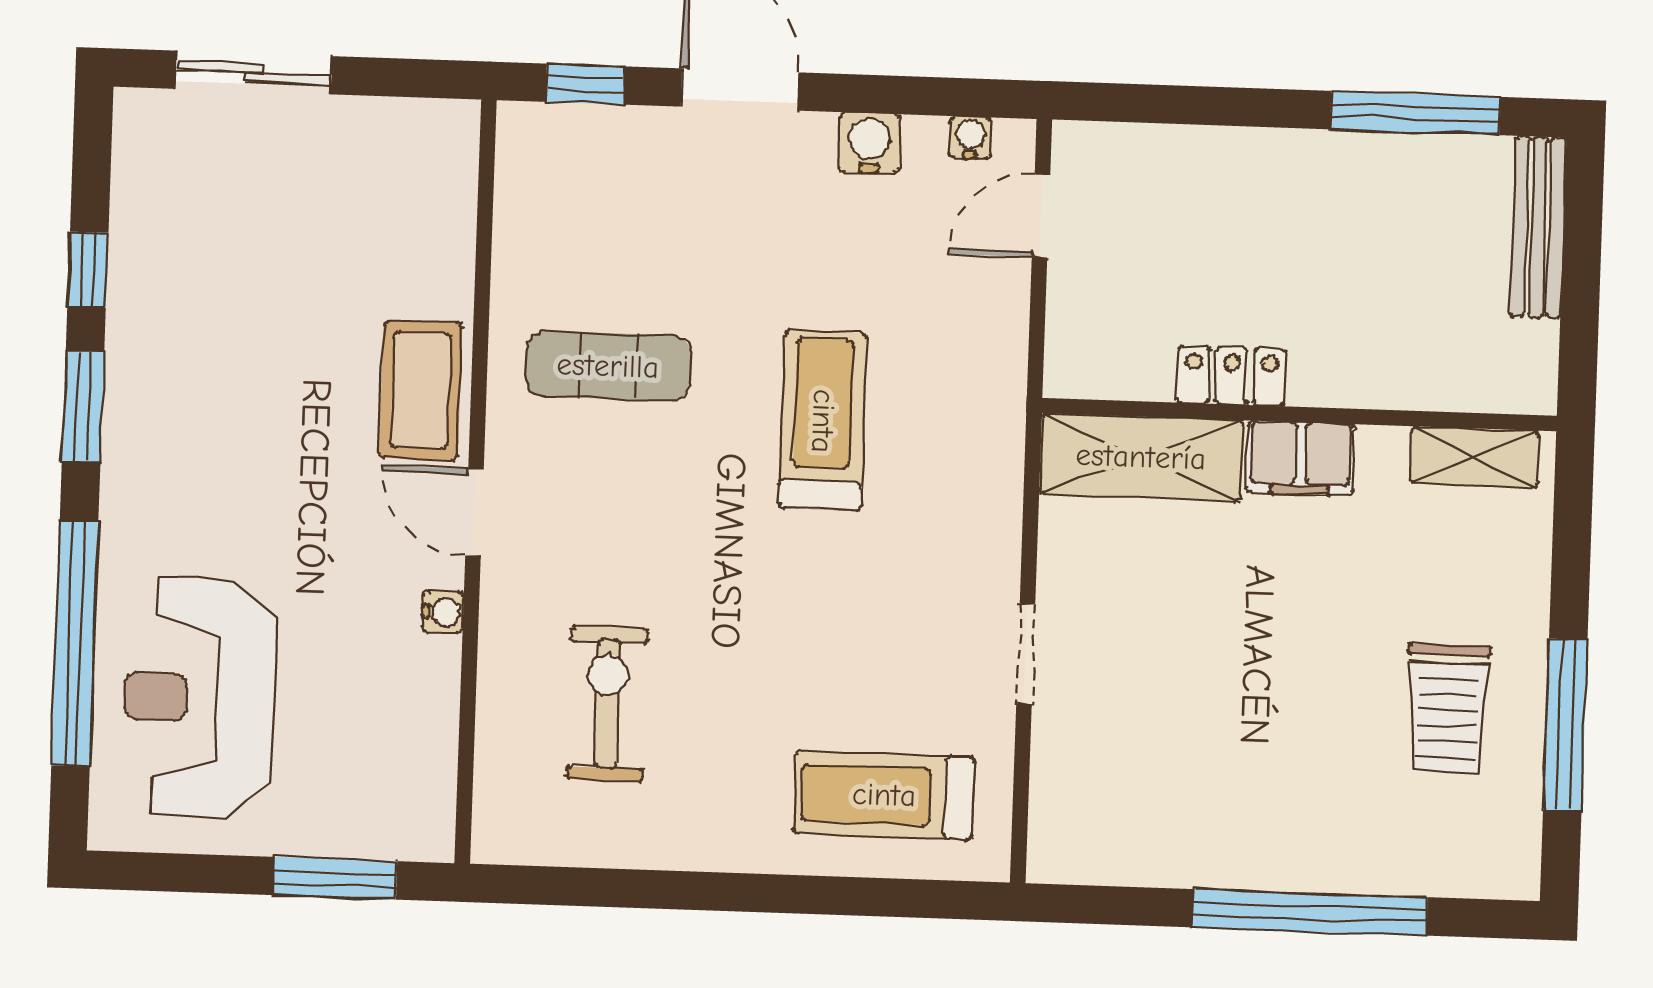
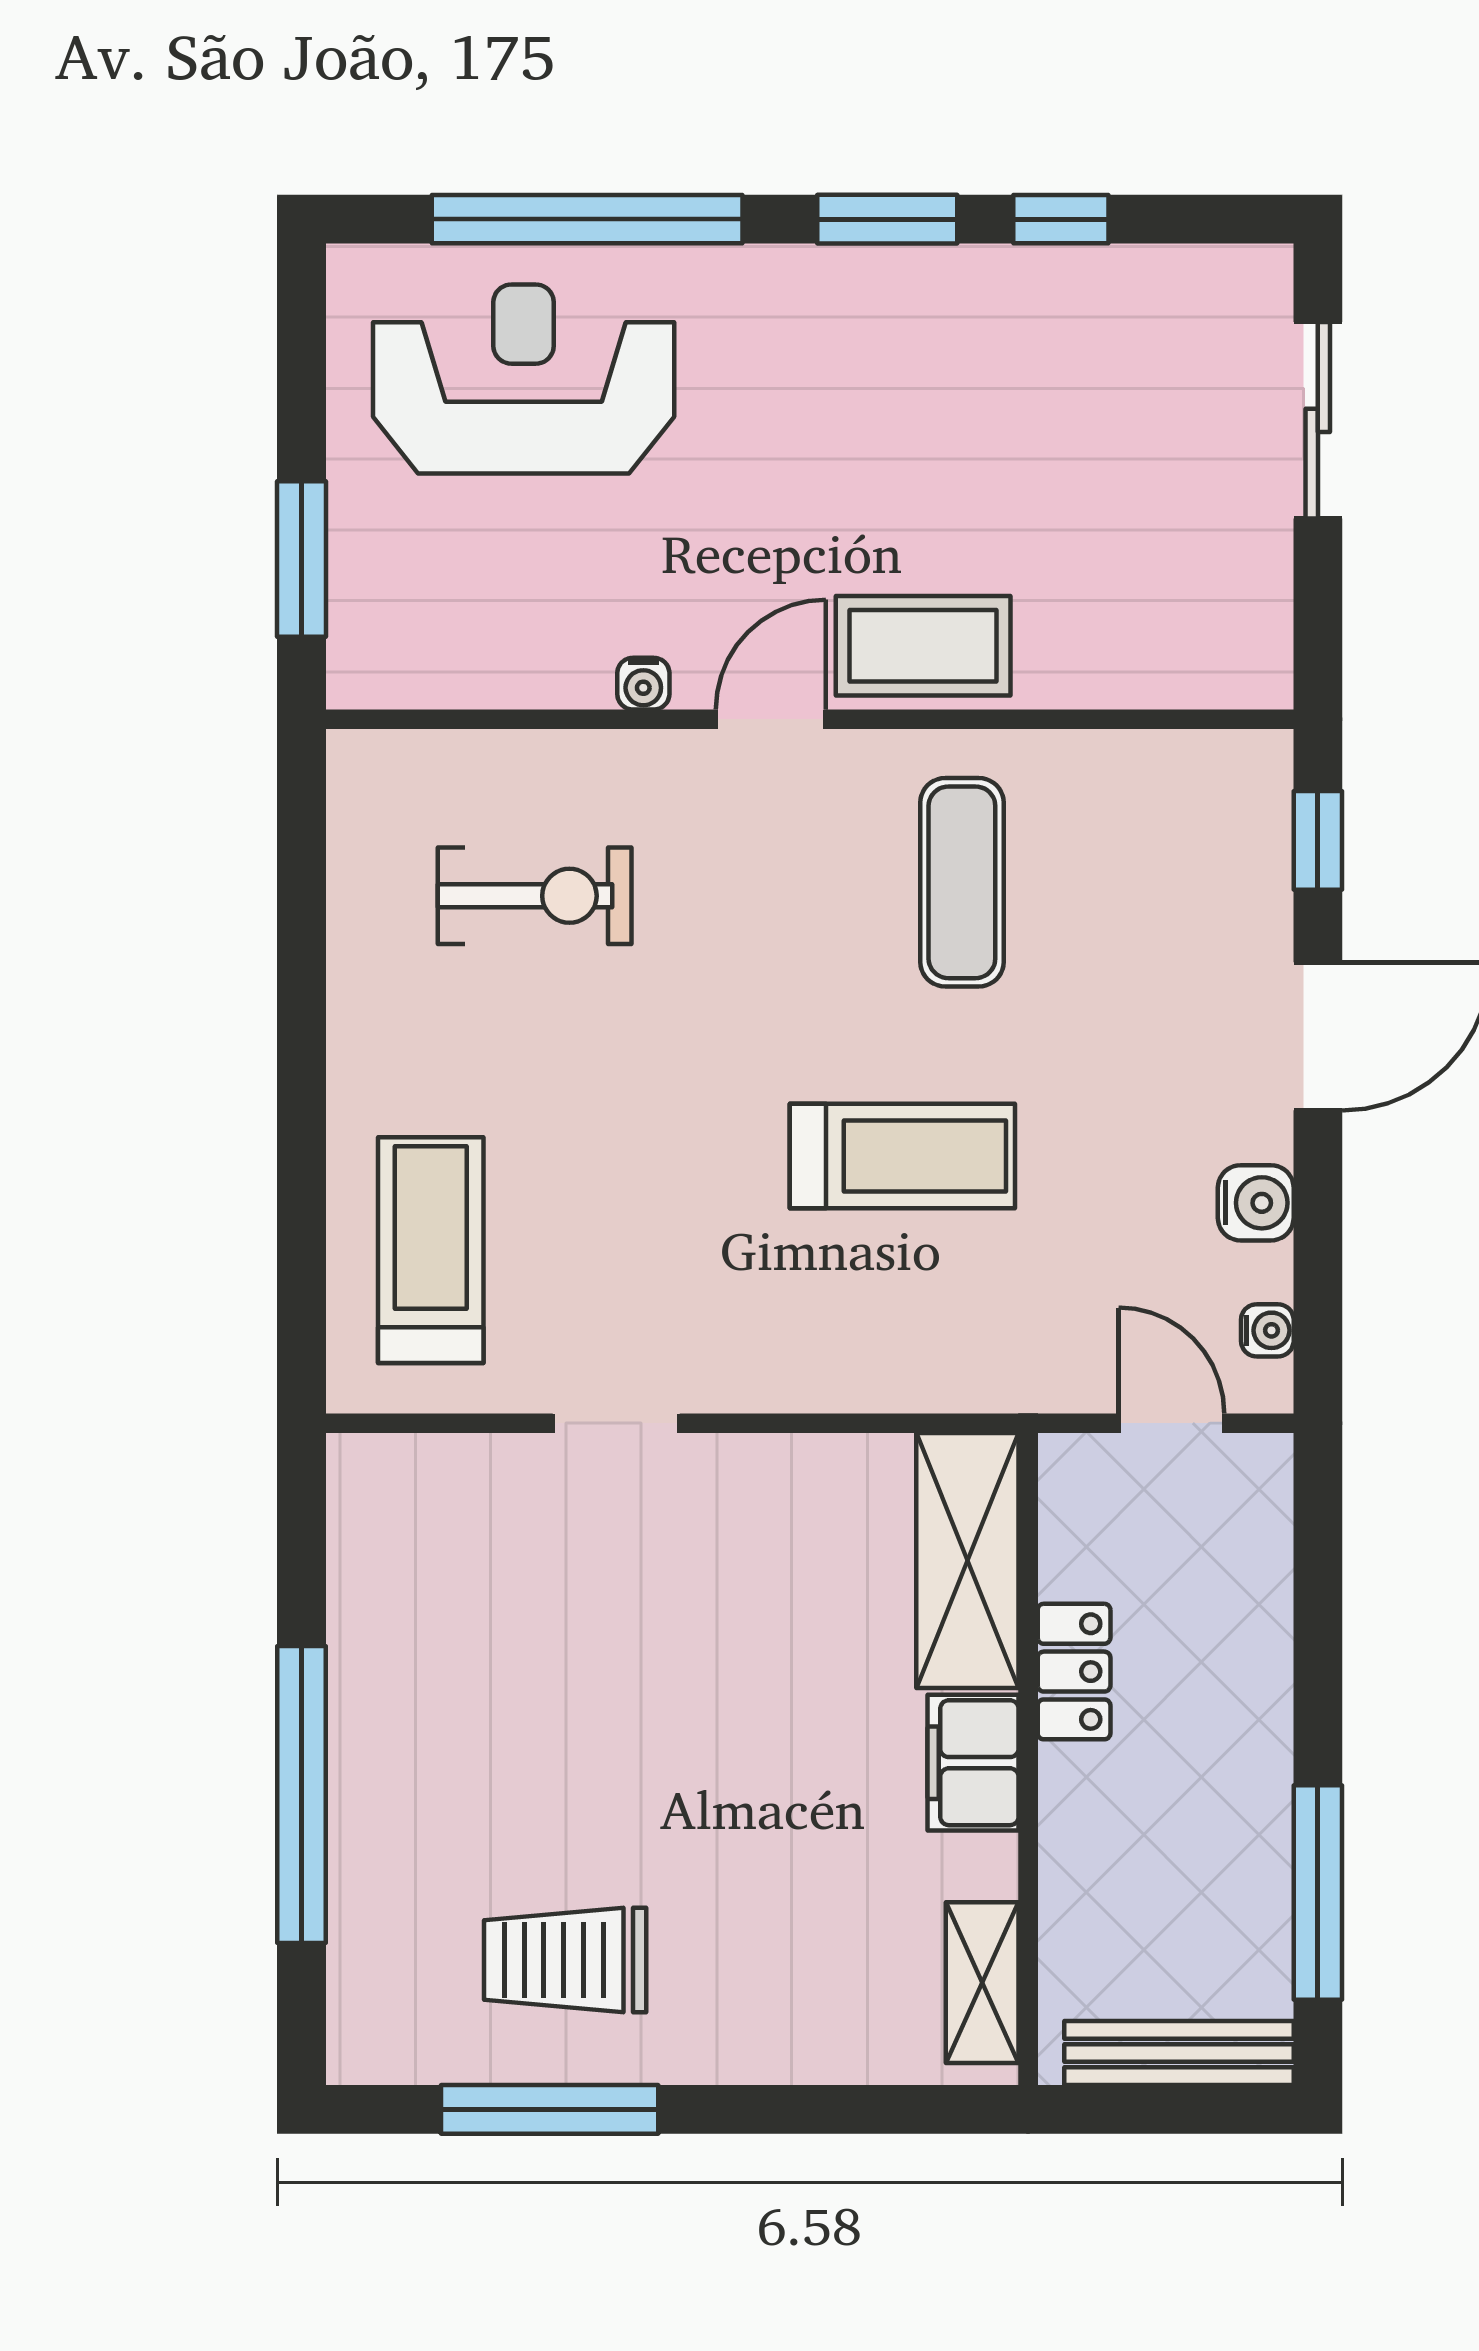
locker: (1232, 376) -> (1074, 1672), moved
wall: (1299, 415) -> (1028, 1759), moved
shelving: (1141, 457) -> (967, 1561), moved
shelving: (1474, 457) -> (982, 1983), moved
filing cabinet: (1301, 458) -> (973, 1763), moved

